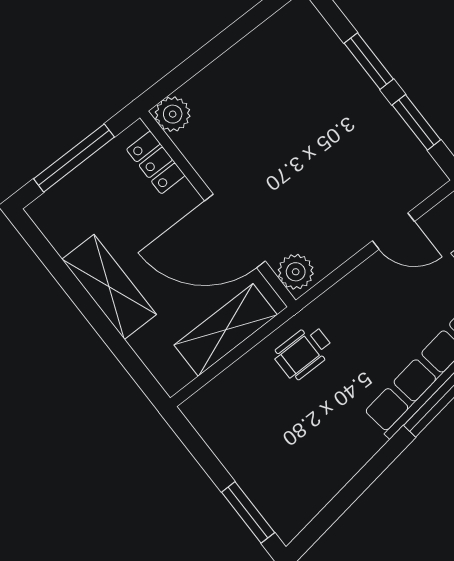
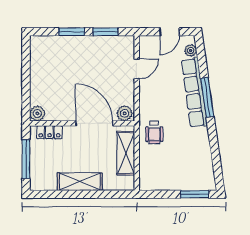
door: (235, 231) -> (94, 123), swing flipped

